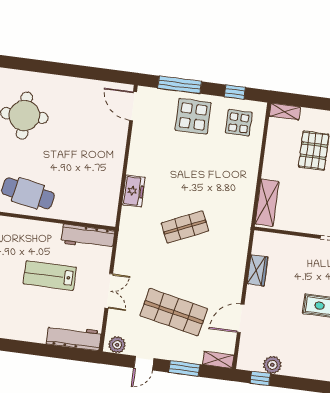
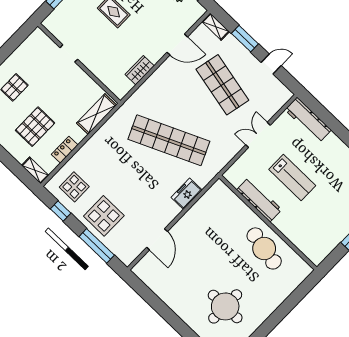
door: (133, 106) -> (157, 239), moved
locker: (272, 150) -> (65, 150), added
shop shelf: (185, 227) -> (169, 140), width x2.00, depth x1.36
workbench: (88, 237) -> (259, 200), moved
plant: (117, 345) -> (281, 91), removed

